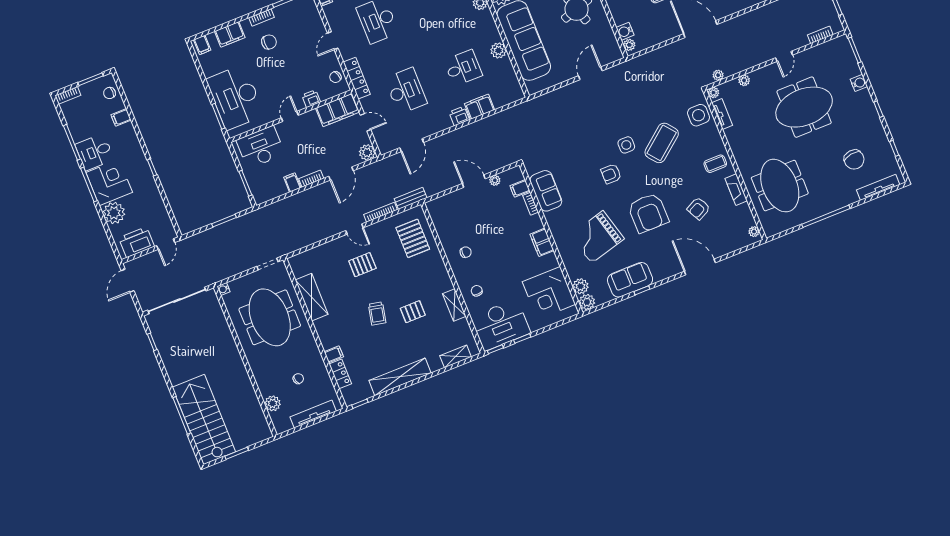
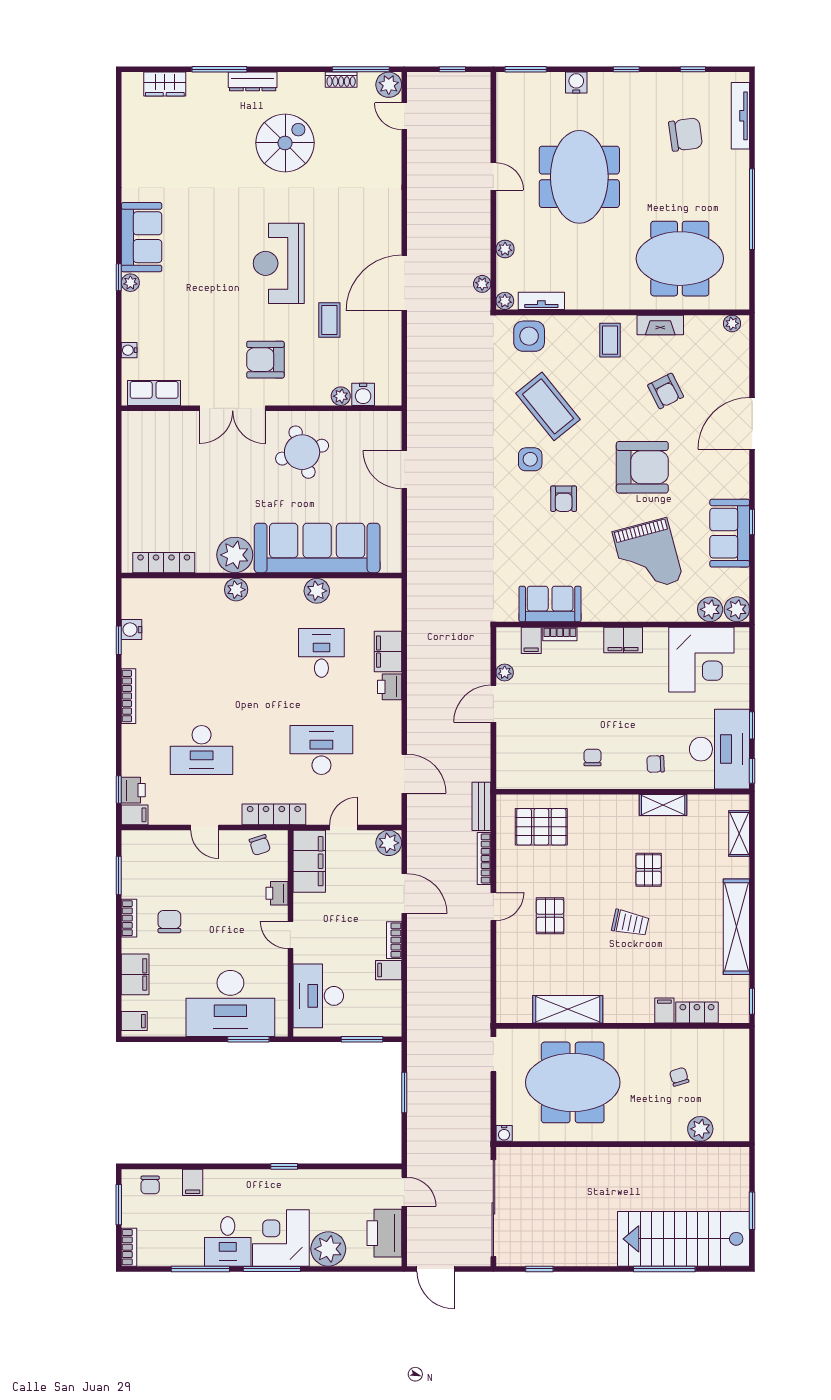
bookcase: (820, 35) -> (483, 111), removed
plant: (629, 45) -> (341, 396), moved
tv unit: (313, 414) -> (740, 1076), removed

